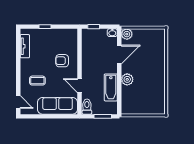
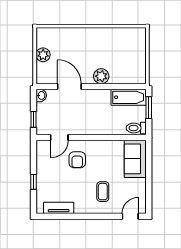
plant: (127, 34) -> (43, 55), moved
door: (79, 86) -> (59, 138), moved
bathtub: (111, 87) -> (129, 97), moved
sofa: (58, 106) -> (135, 159), width x0.73

